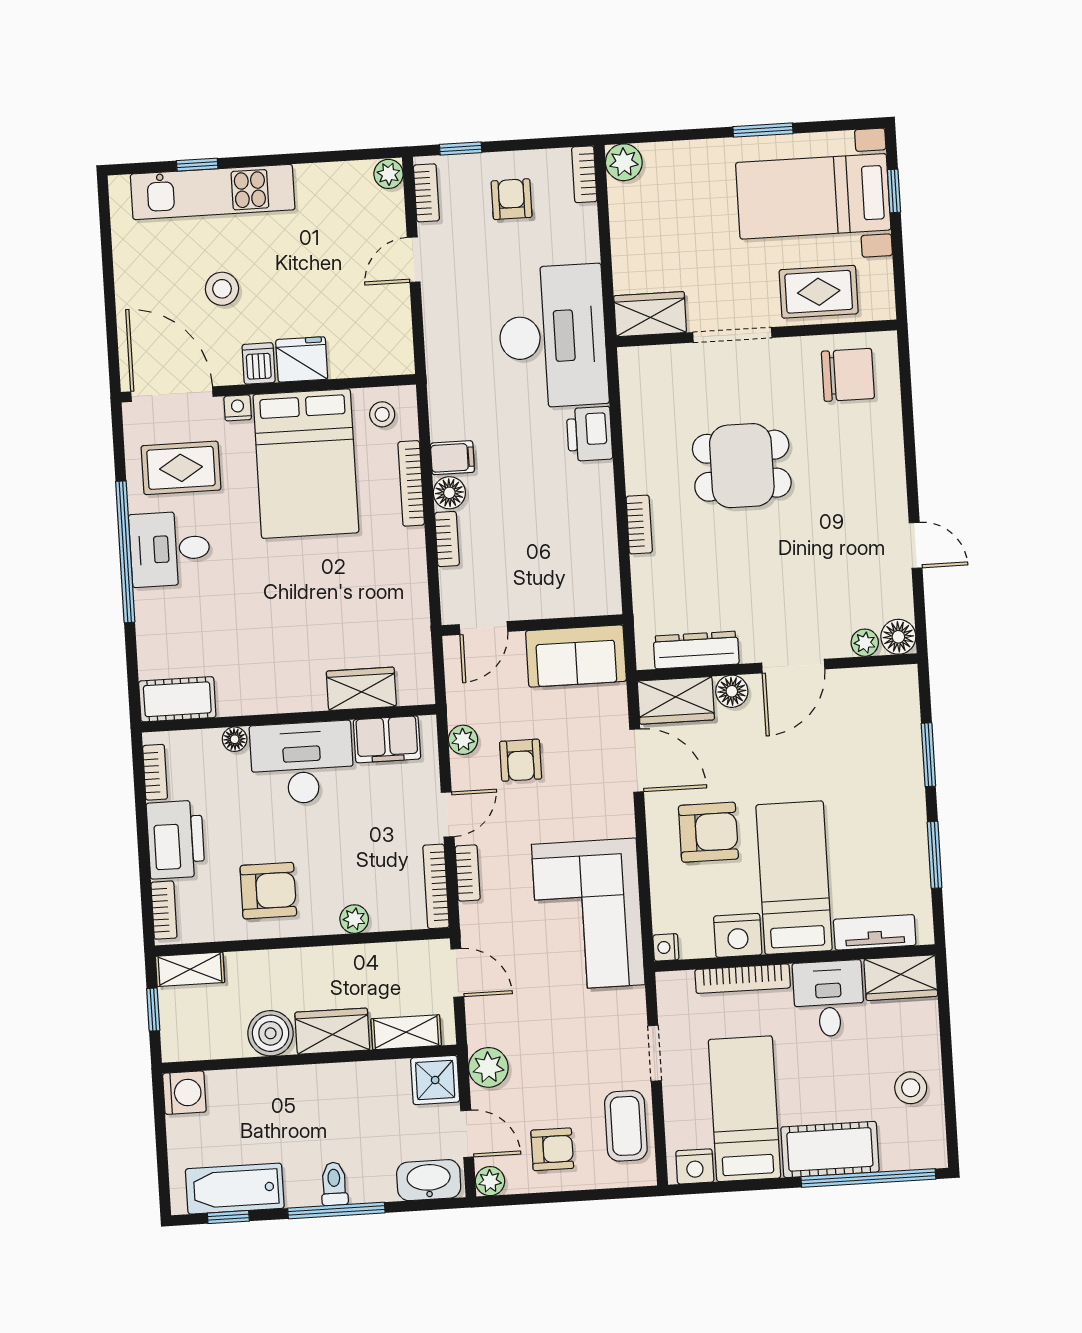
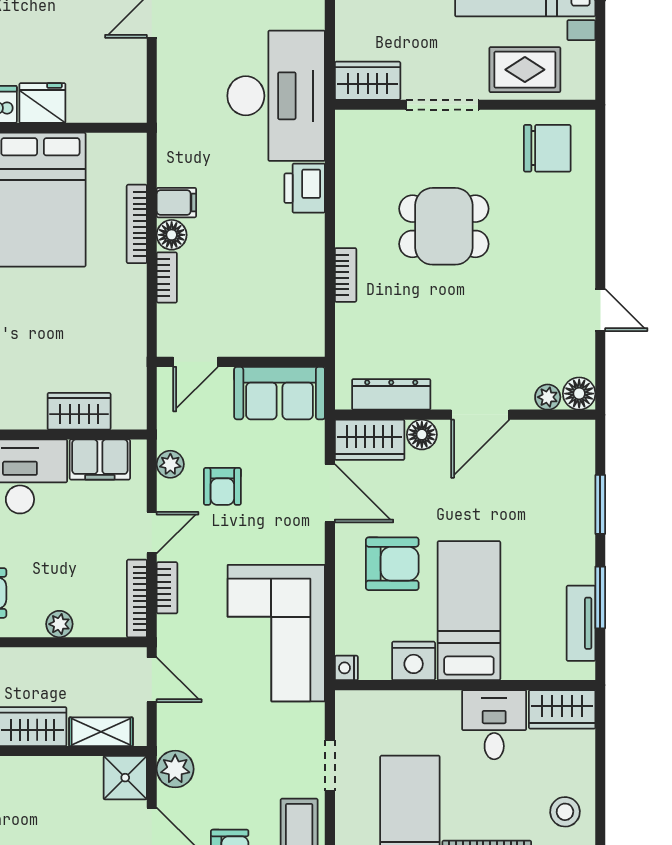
stool: (382, 414) -> (114, 158), removed
tv unit: (875, 932) -> (581, 623), moved, turned -90
bookcase: (743, 979) -> (416, 701), removed

